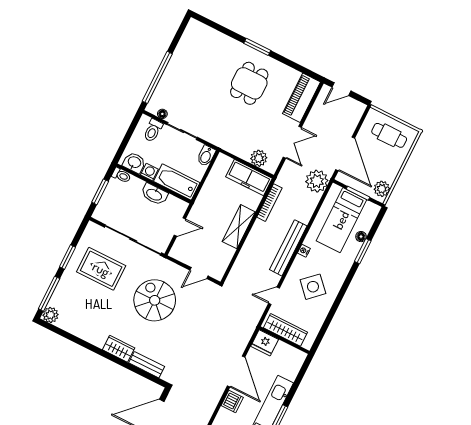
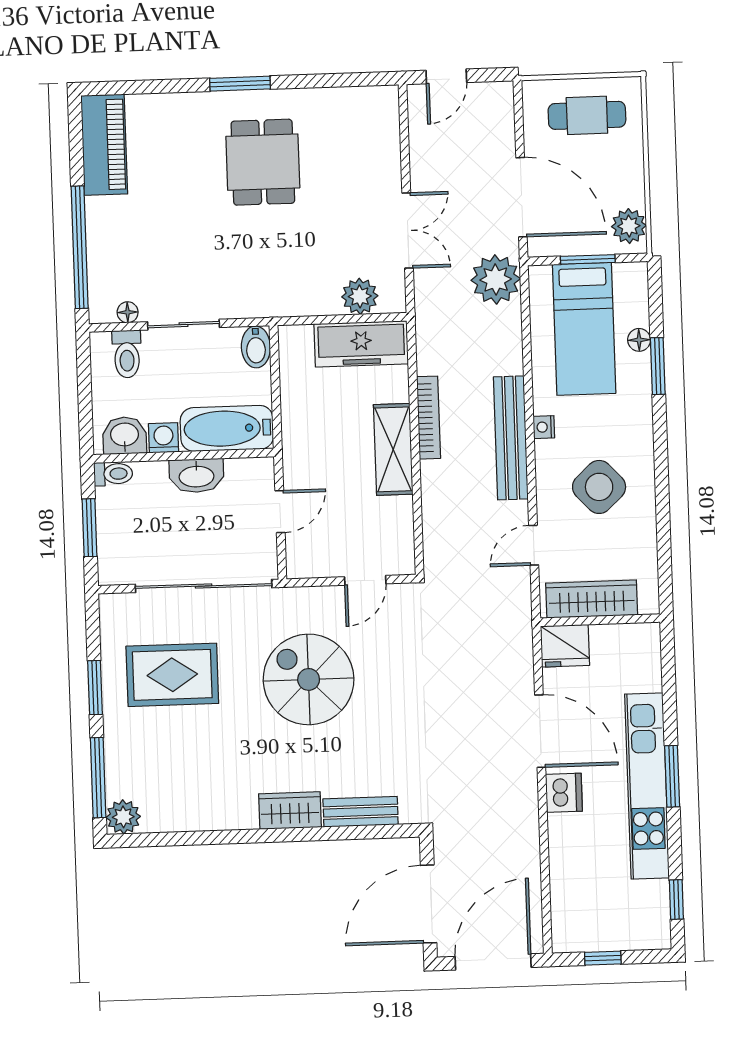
piano: (302, 98) -> (104, 145), moved, turned 180
bookcase: (269, 203) -> (429, 418), moved

